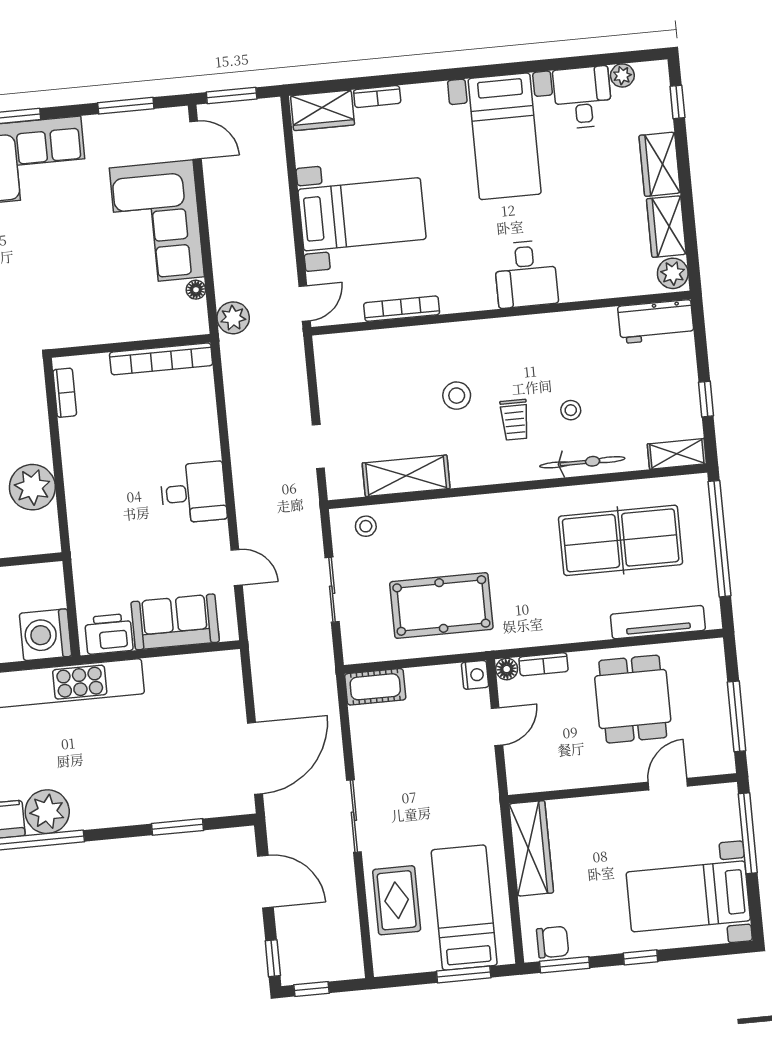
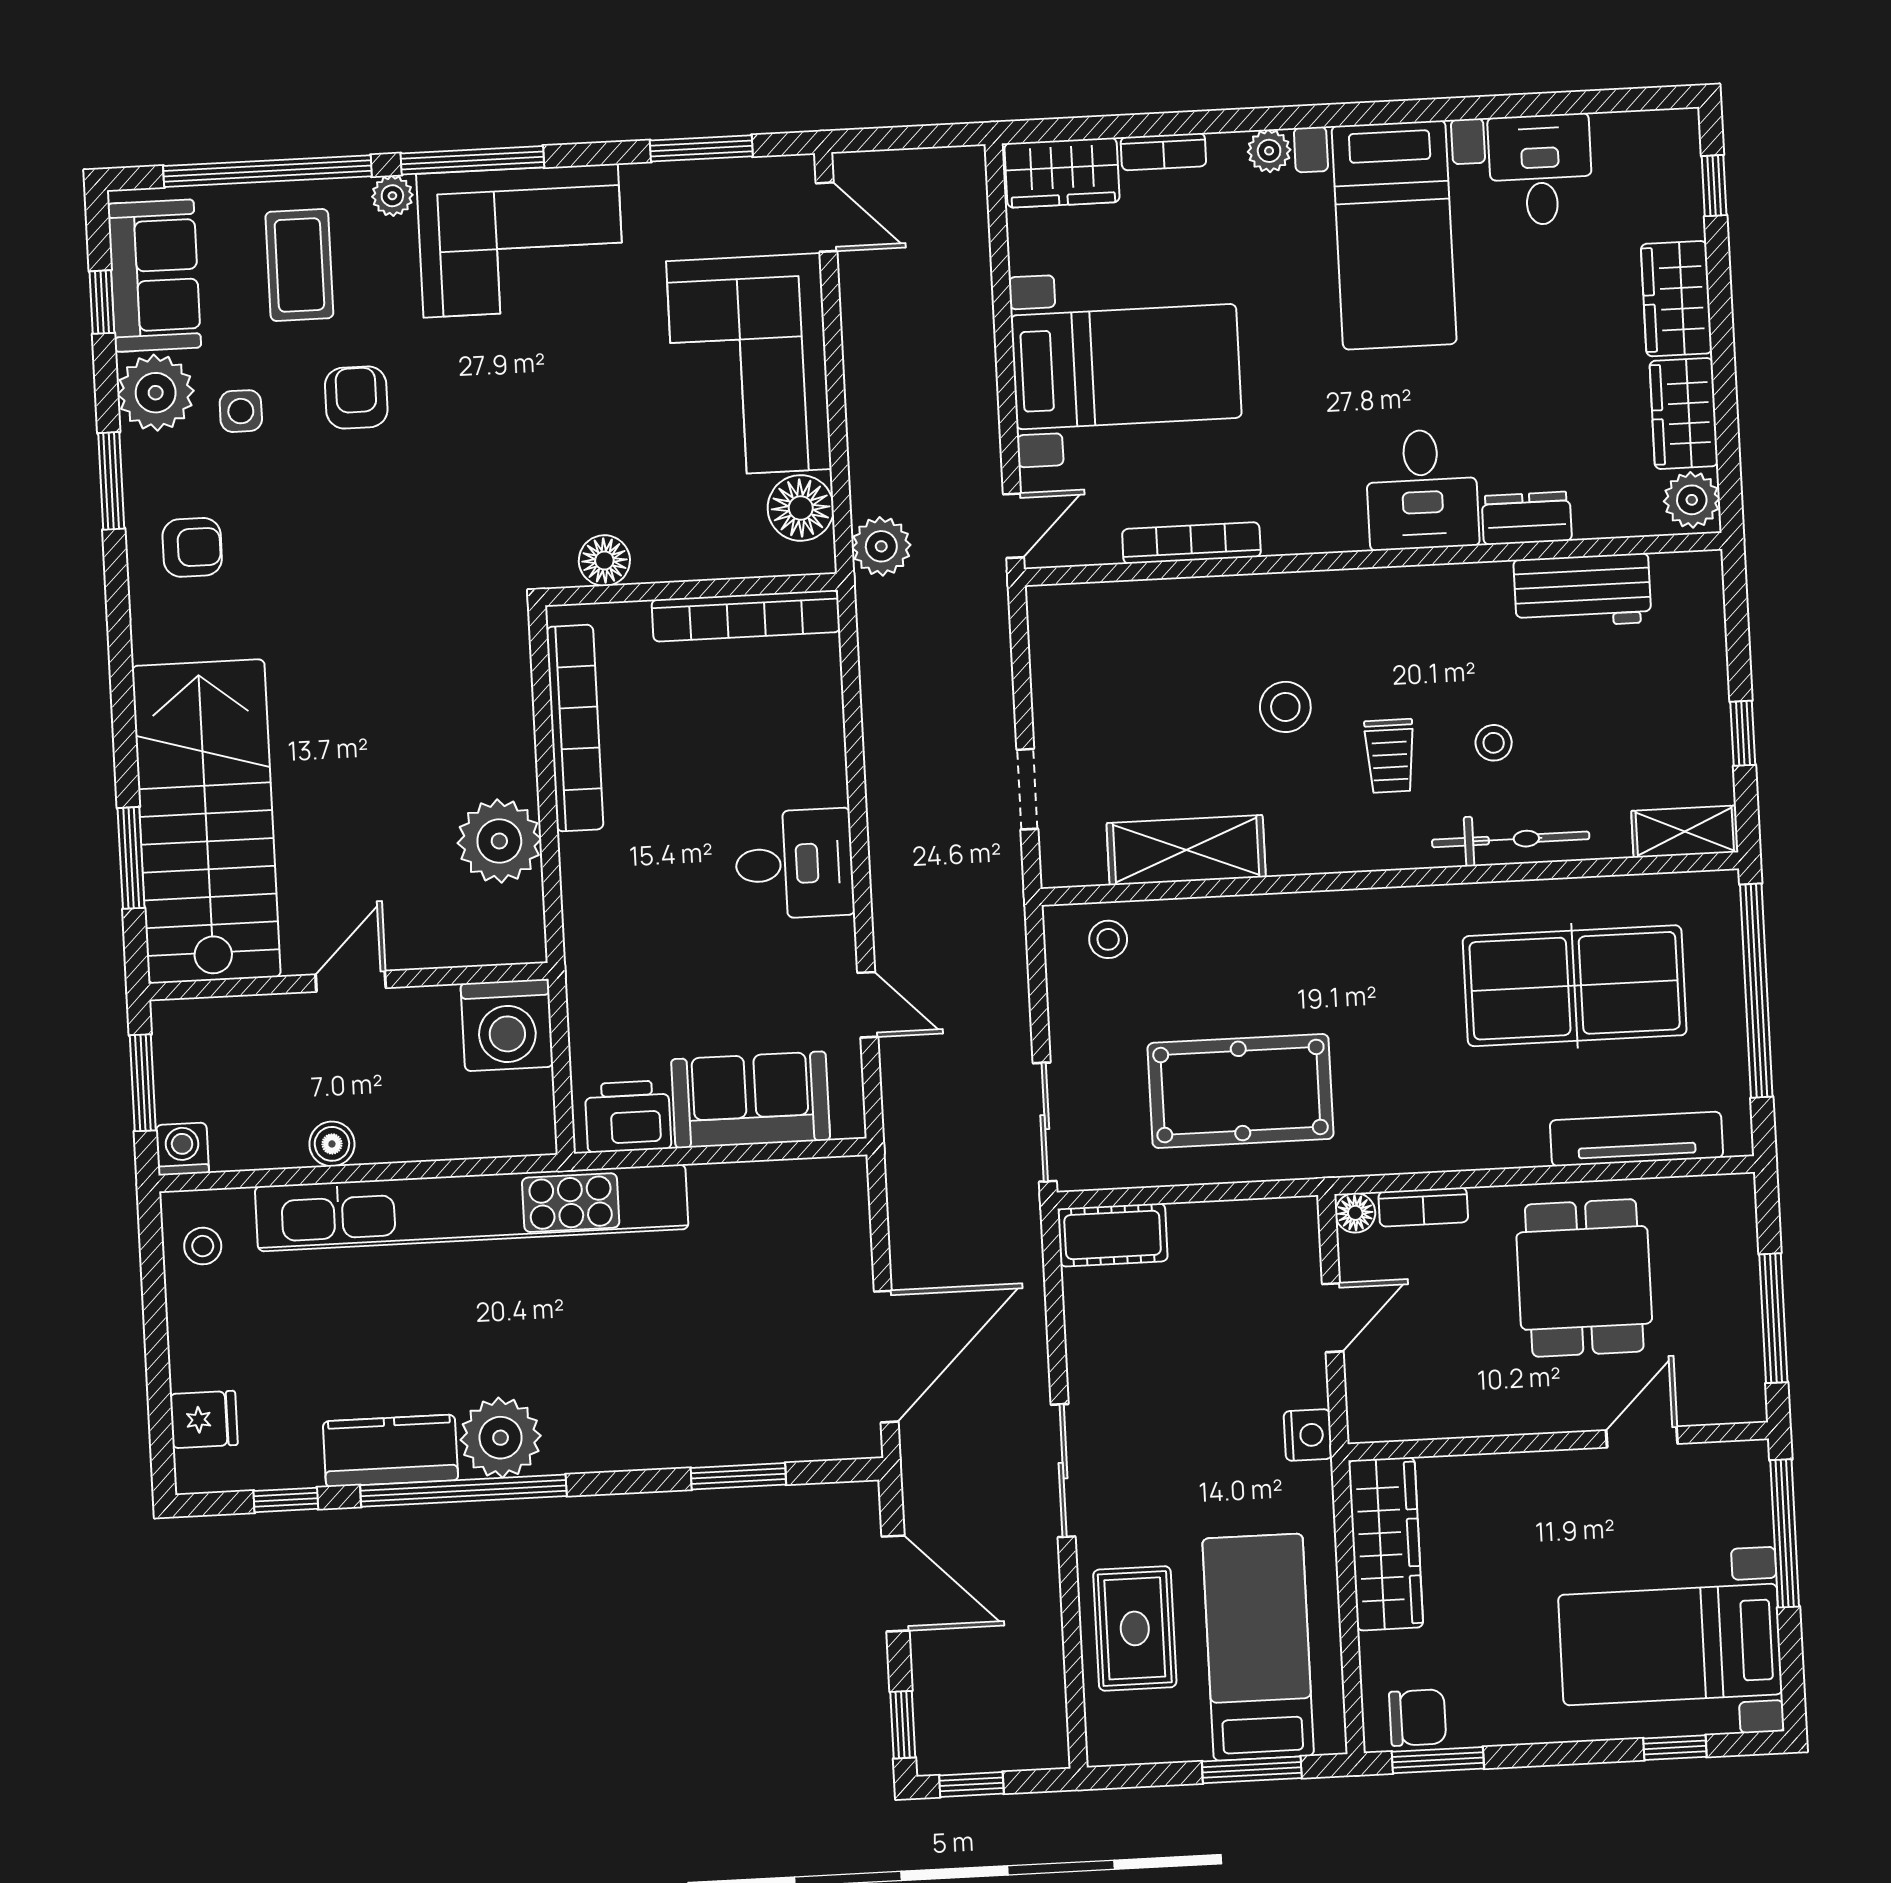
plant: (622, 75) -> (1269, 151), moved
window: (232, 95) -> (896, 138), removed
dresser: (583, 287) -> (1527, 518), added
floor lamp: (196, 290) -> (801, 508), width x1.89, depth x1.89
workbench: (656, 322) -> (1582, 591), moved
floor lamp: (83, 332) -> (604, 561), added
bookcase: (65, 393) -> (575, 728), width x2.31, depth x1.31
sliding door: (332, 590) -> (1045, 1122), moved
washing machine: (45, 635) -> (507, 1025), moved, turned -90
nightstand: (475, 675) -> (1308, 1435), moved
window: (640, 957) -> (1675, 1748), moved

